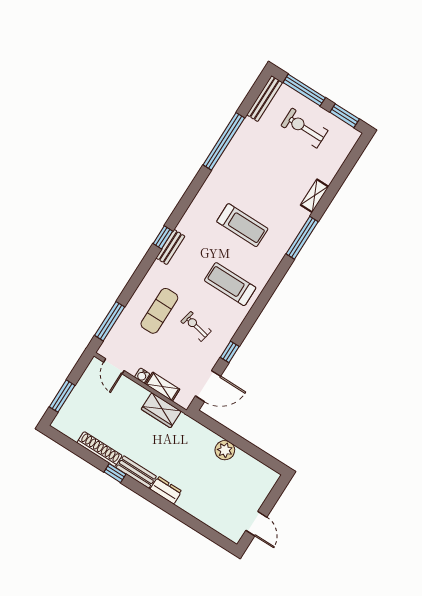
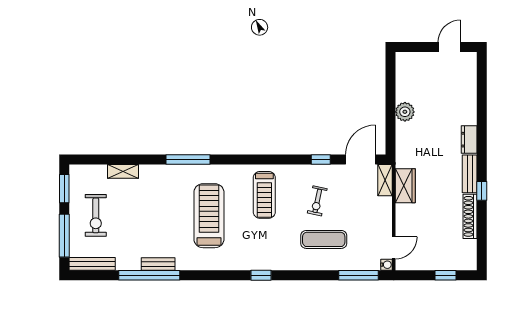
shelving: (315, 196) -> (123, 171), moved
treadmill: (242, 225) -> (209, 216), width x1.37, depth x1.38
bench: (170, 247) -> (158, 264), moved
water cooler: (142, 375) -> (386, 265), moved
door: (208, 386) -> (361, 159), hinge flipped
shelving: (162, 387) -> (385, 180), moved
window: (62, 396) -> (446, 275), width x0.67

